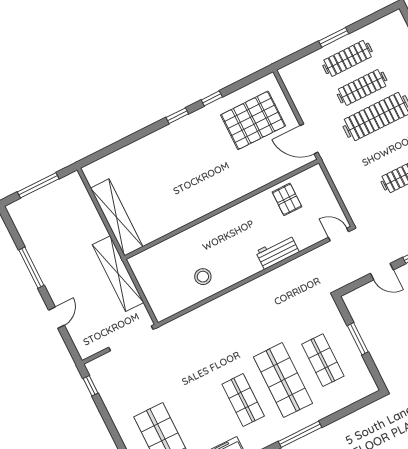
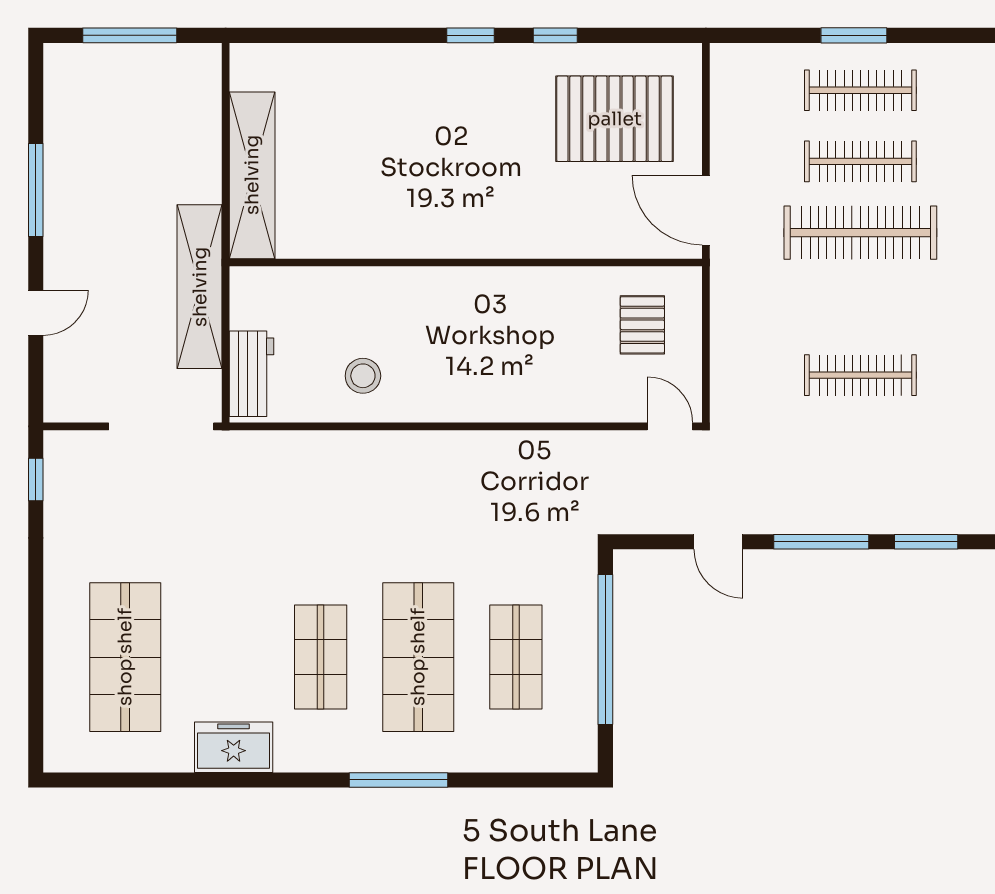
pallet: (287, 199) -> (642, 325), moved
workbench: (277, 252) -> (251, 374), moved, turned 90
window: (358, 339) -> (605, 650), width x2.11

